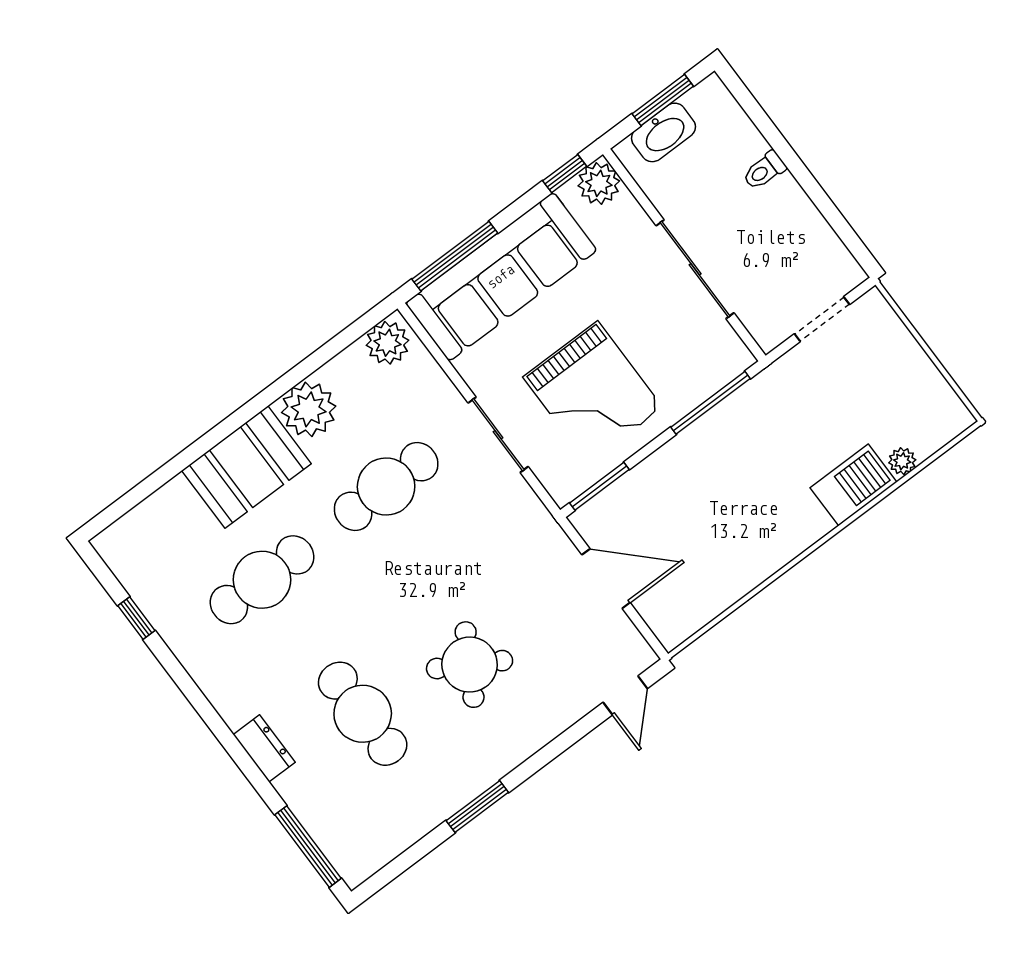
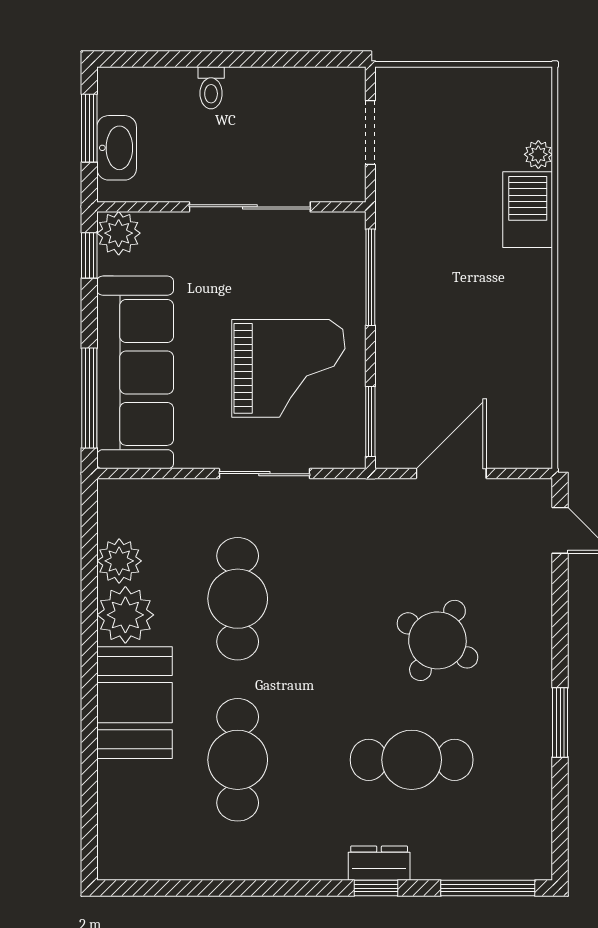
plant: (387, 343) -> (119, 561), moved
window: (136, 618) -> (376, 888), moved

